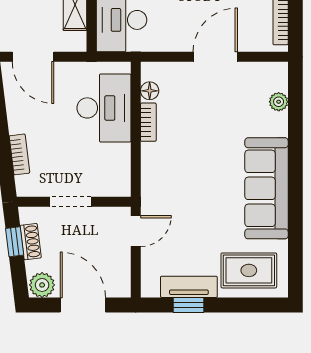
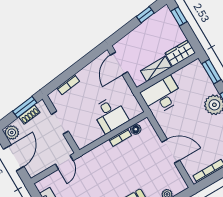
desk: (104, 108) -> (110, 115), width x0.73
door: (136, 231) -> (64, 162), hinge flipped
window: (15, 242) -> (25, 107), width x1.50

